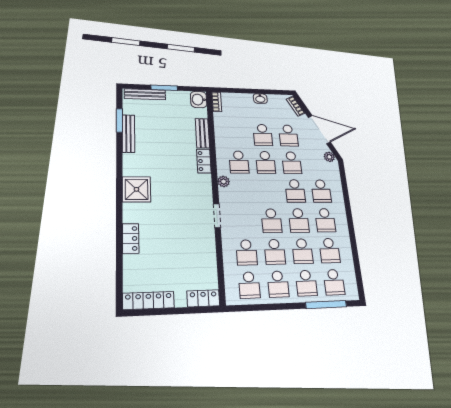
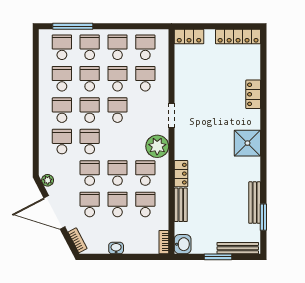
school desk: (237, 134) -> (145, 204), added
plant: (224, 182) -> (157, 146), width x1.87, depth x1.87

